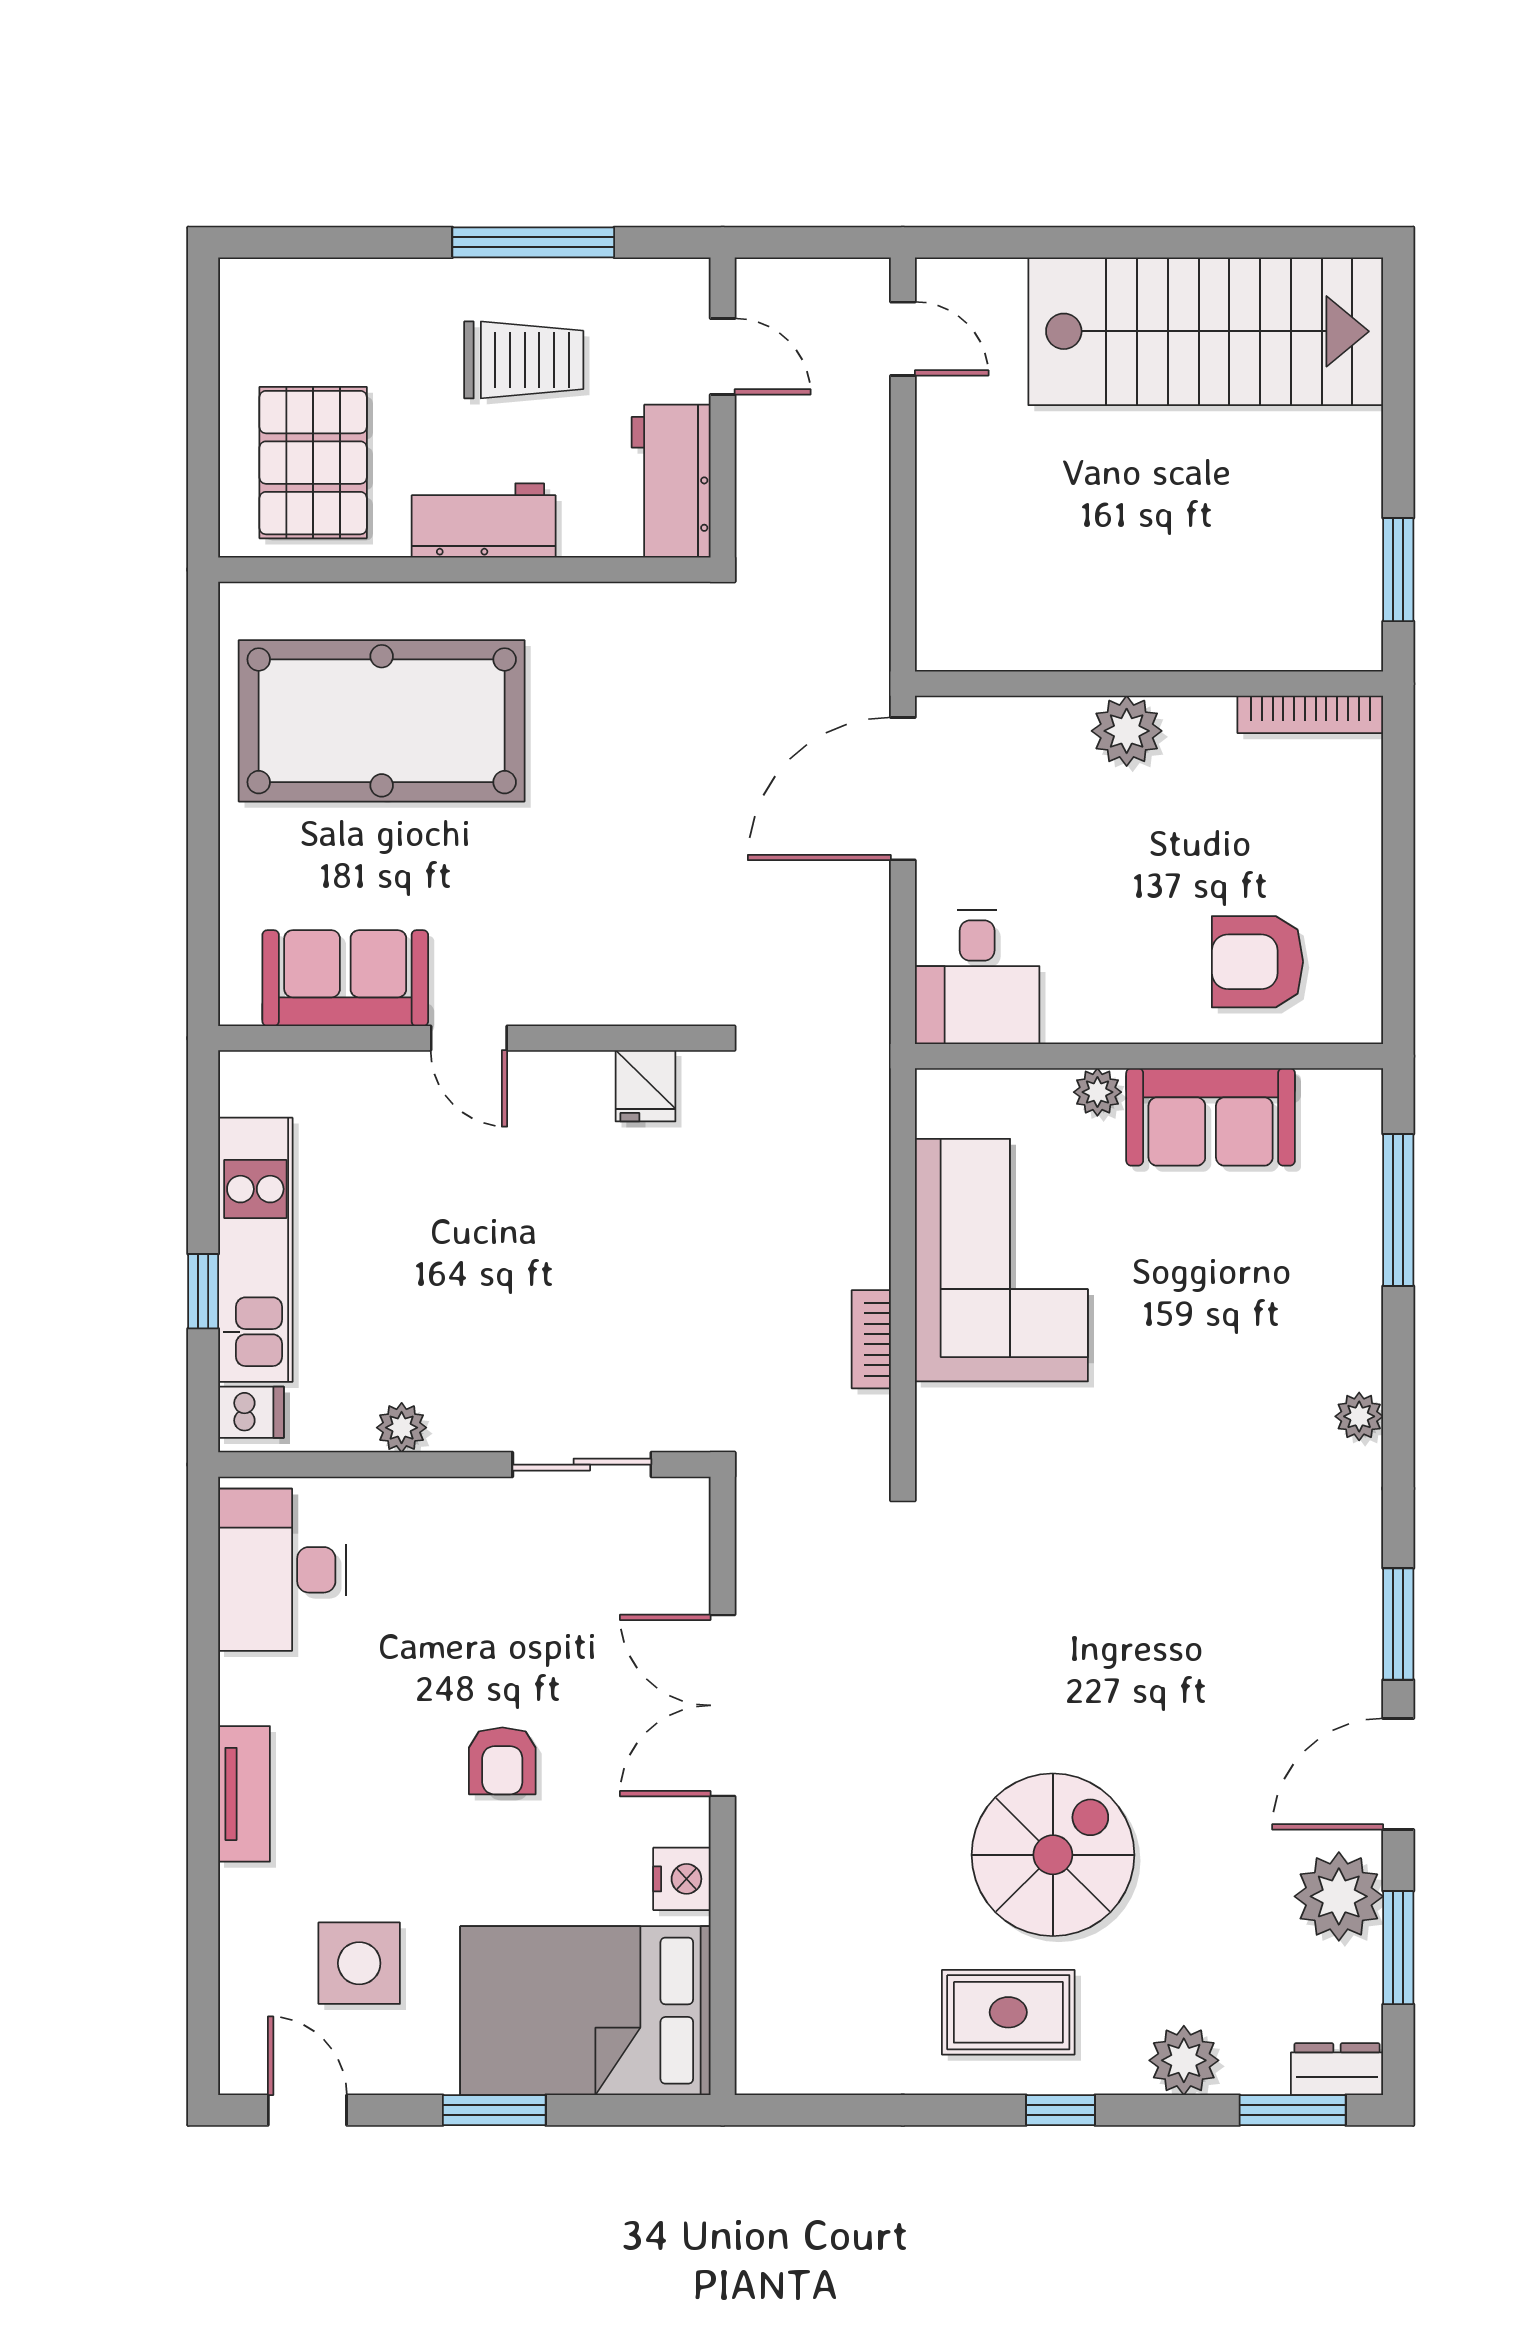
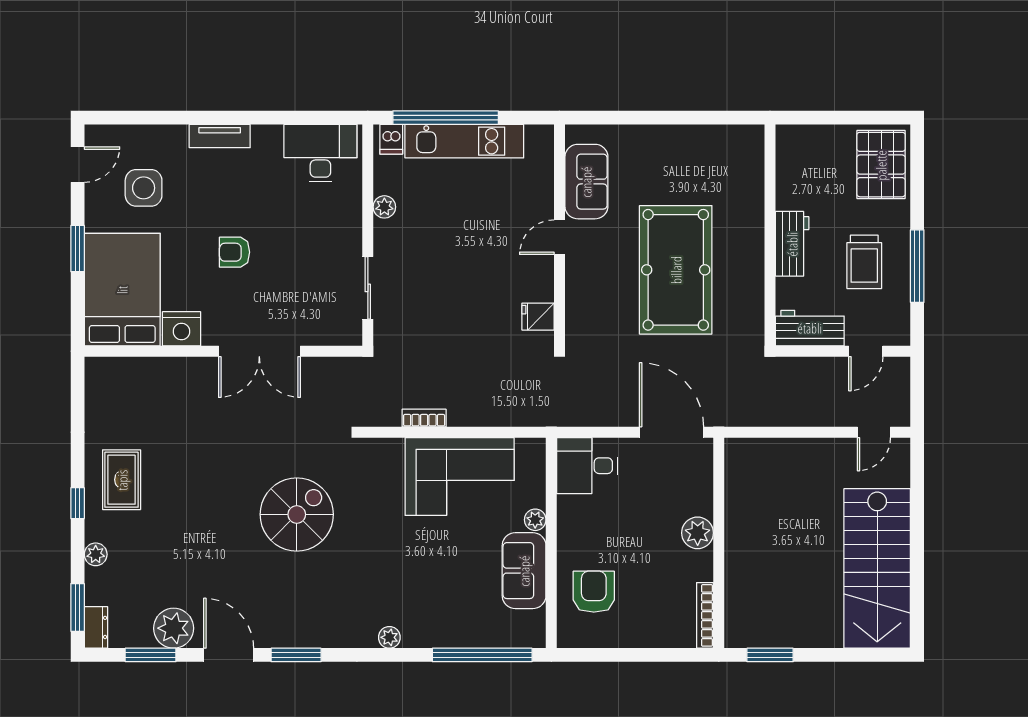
pallet: (313, 463) -> (881, 165), moved, turned 90
pool table: (382, 721) -> (676, 270), moved
window: (1398, 1210) -> (482, 655), width x1.46
window: (203, 1291) -> (446, 118), width x3.17
double door: (723, 1705) -> (259, 351), swing flipped
spiral stairs: (1053, 1855) -> (297, 514), moved, turned -90
nightstand: (682, 1879) -> (181, 329), width x1.36, depth x1.33
plant: (1184, 2060) -> (96, 554), width x0.73, depth x0.73

